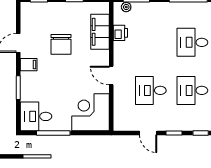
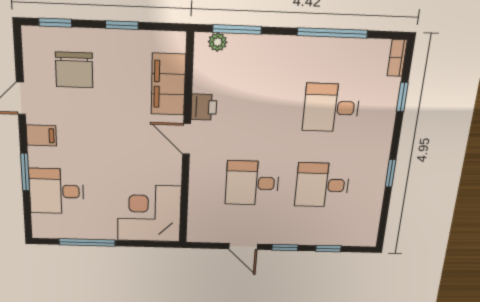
printer: (120, 33) -> (204, 107), moved
chair: (61, 44) -> (74, 70), moved
door: (111, 76) -> (187, 139), moved
desk: (36, 116) -> (56, 191), moved

